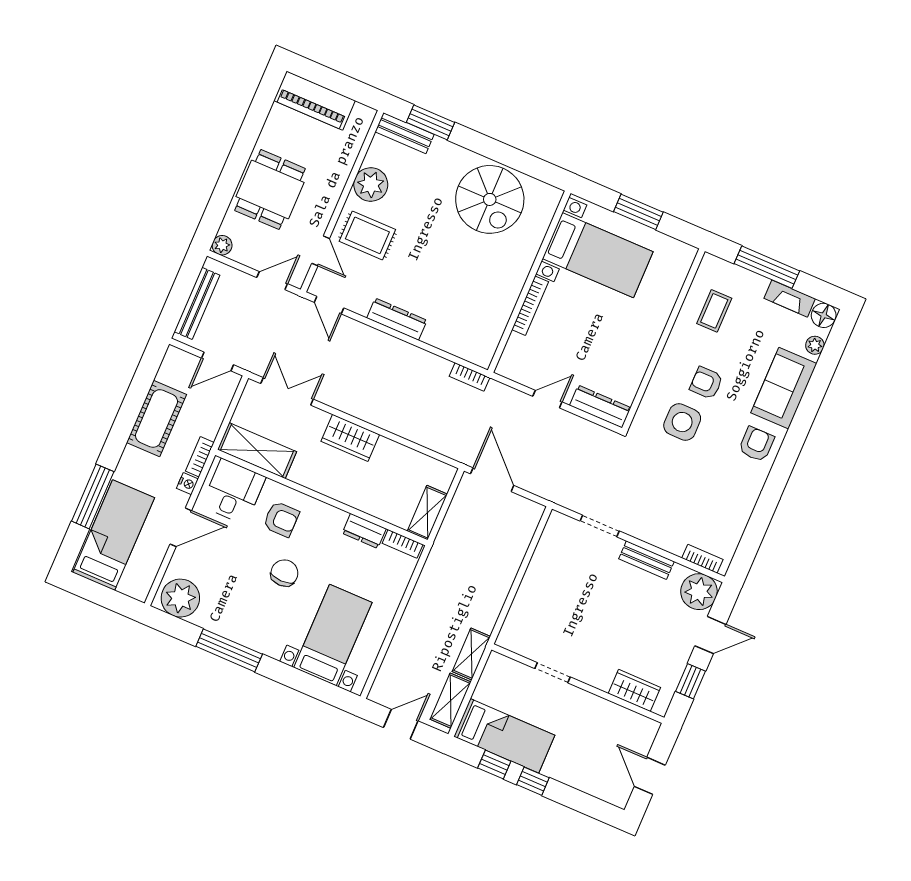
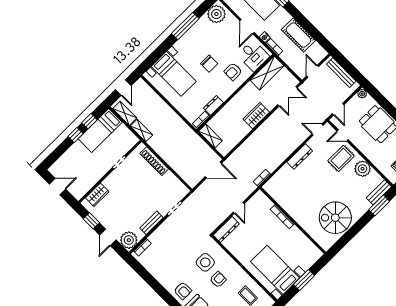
bed with nightstands: (598, 255) -> (275, 270), moved, turned 90
shoe rack: (522, 604) -> (154, 161), added

